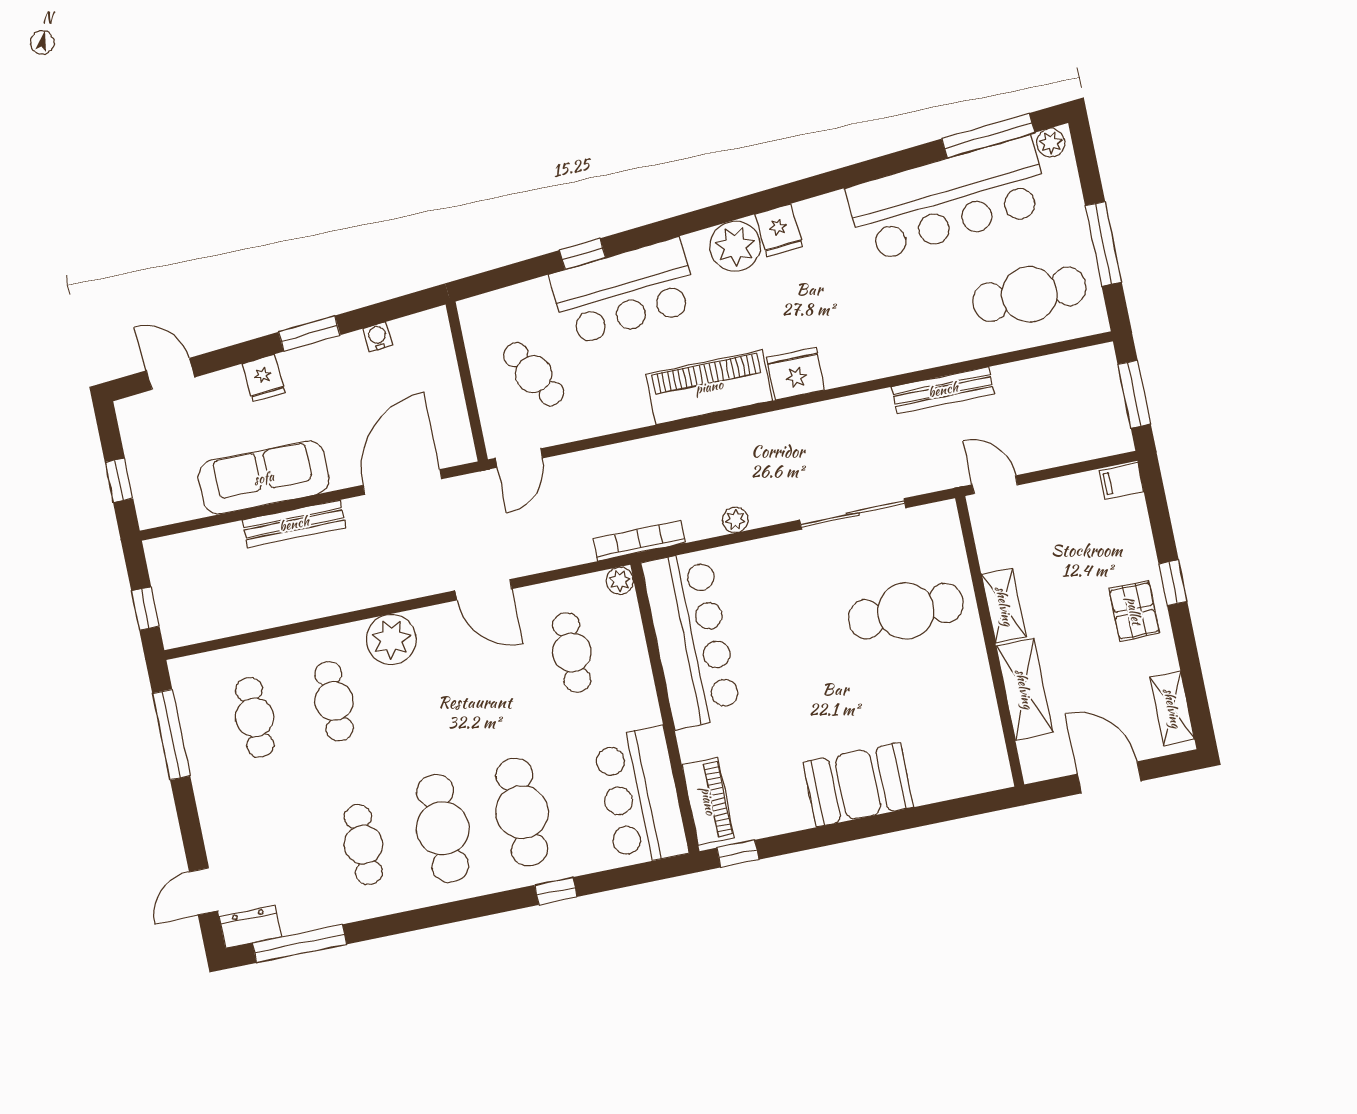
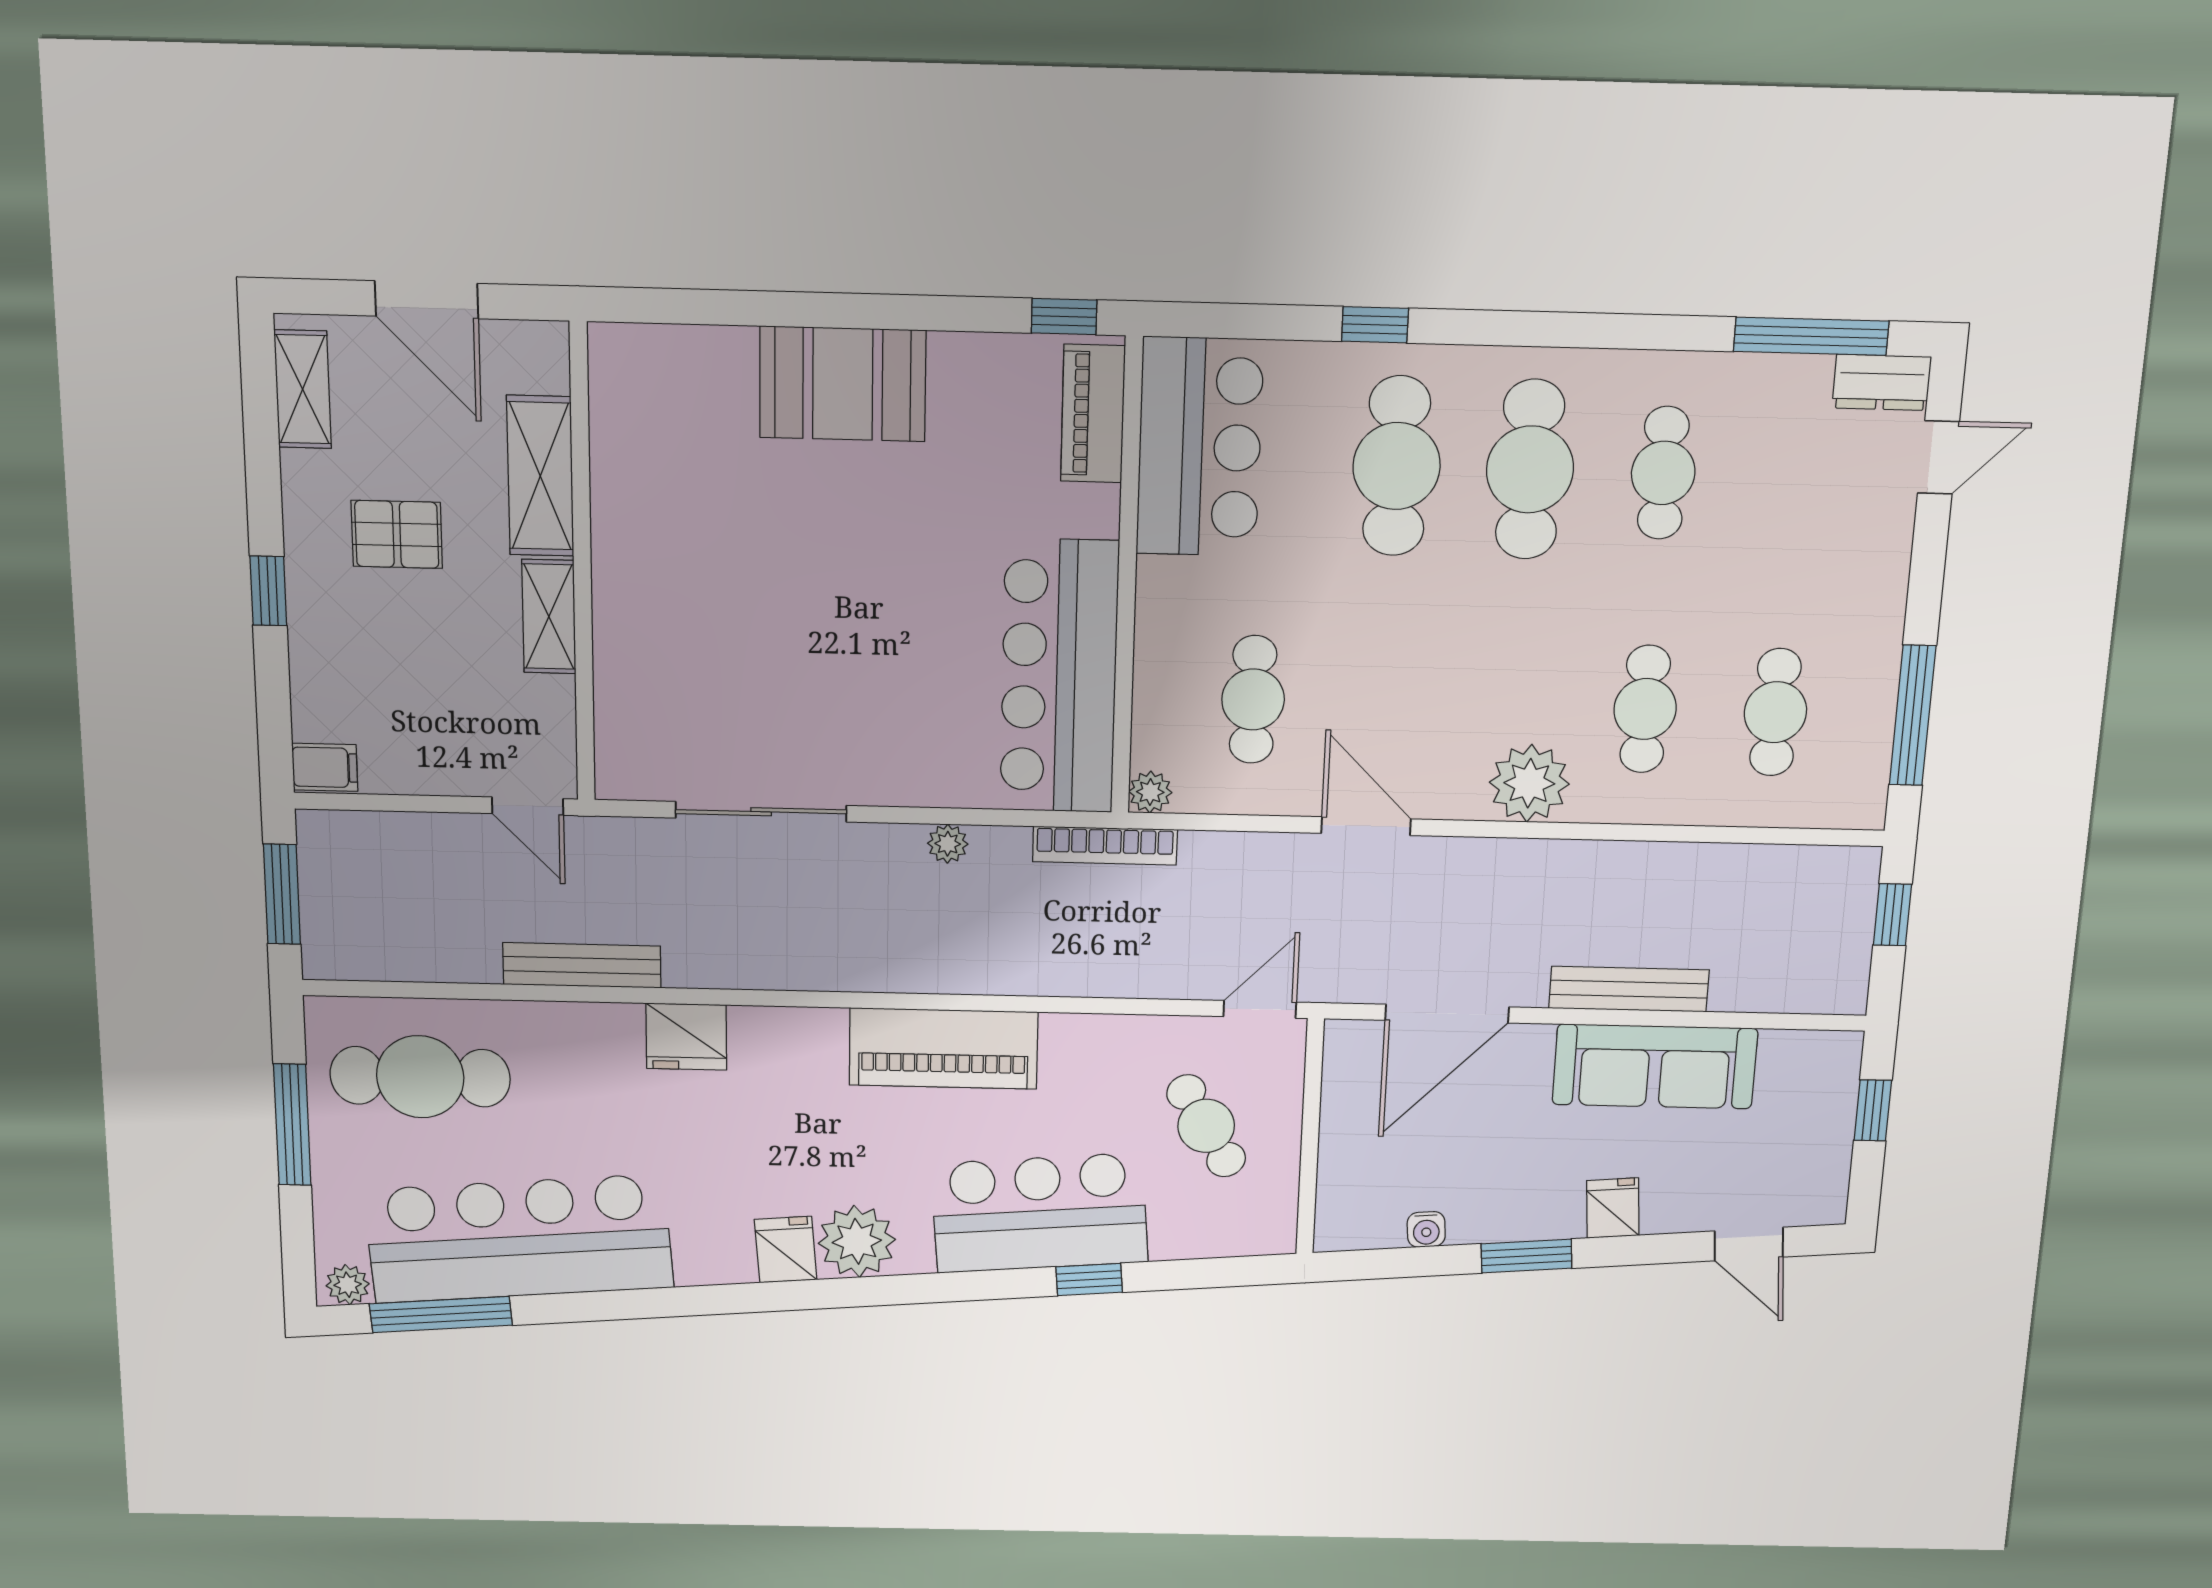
fridge: (796, 374) -> (686, 1037), moved
cafe table: (906, 611) -> (708, 643), removed
pallet: (1134, 611) -> (397, 534), moved, turned 90

